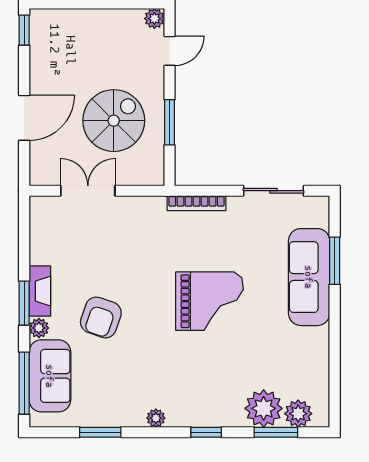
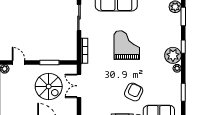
spiral stairs: (114, 121) -> (49, 86), turned 180
double door: (88, 191) -> (79, 86), moved
armchair: (101, 317) -> (134, 92), turned -83
plant: (264, 408) -> (173, 55), moved

